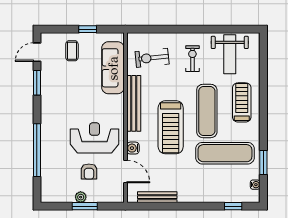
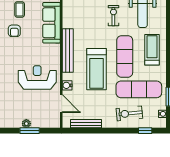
exercise bike: (152, 58) -> (129, 113), moved
armchair: (89, 172) -> (14, 31), moved

